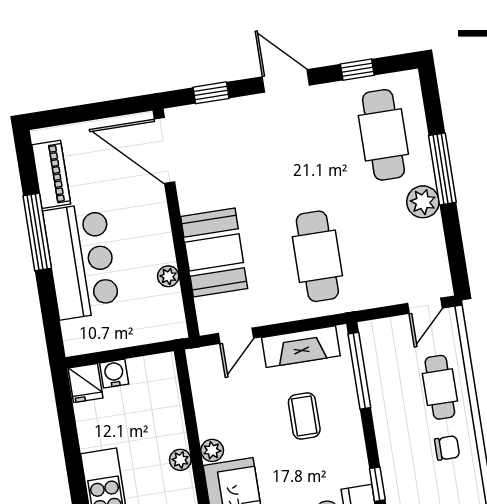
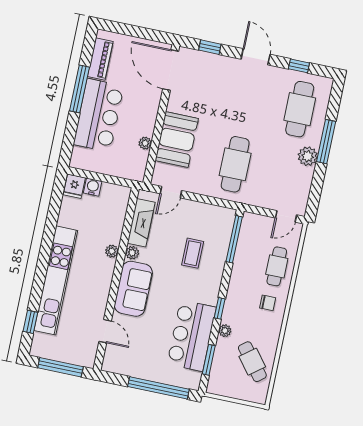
fireplace: (301, 347) -> (141, 223), moved, turned -90

